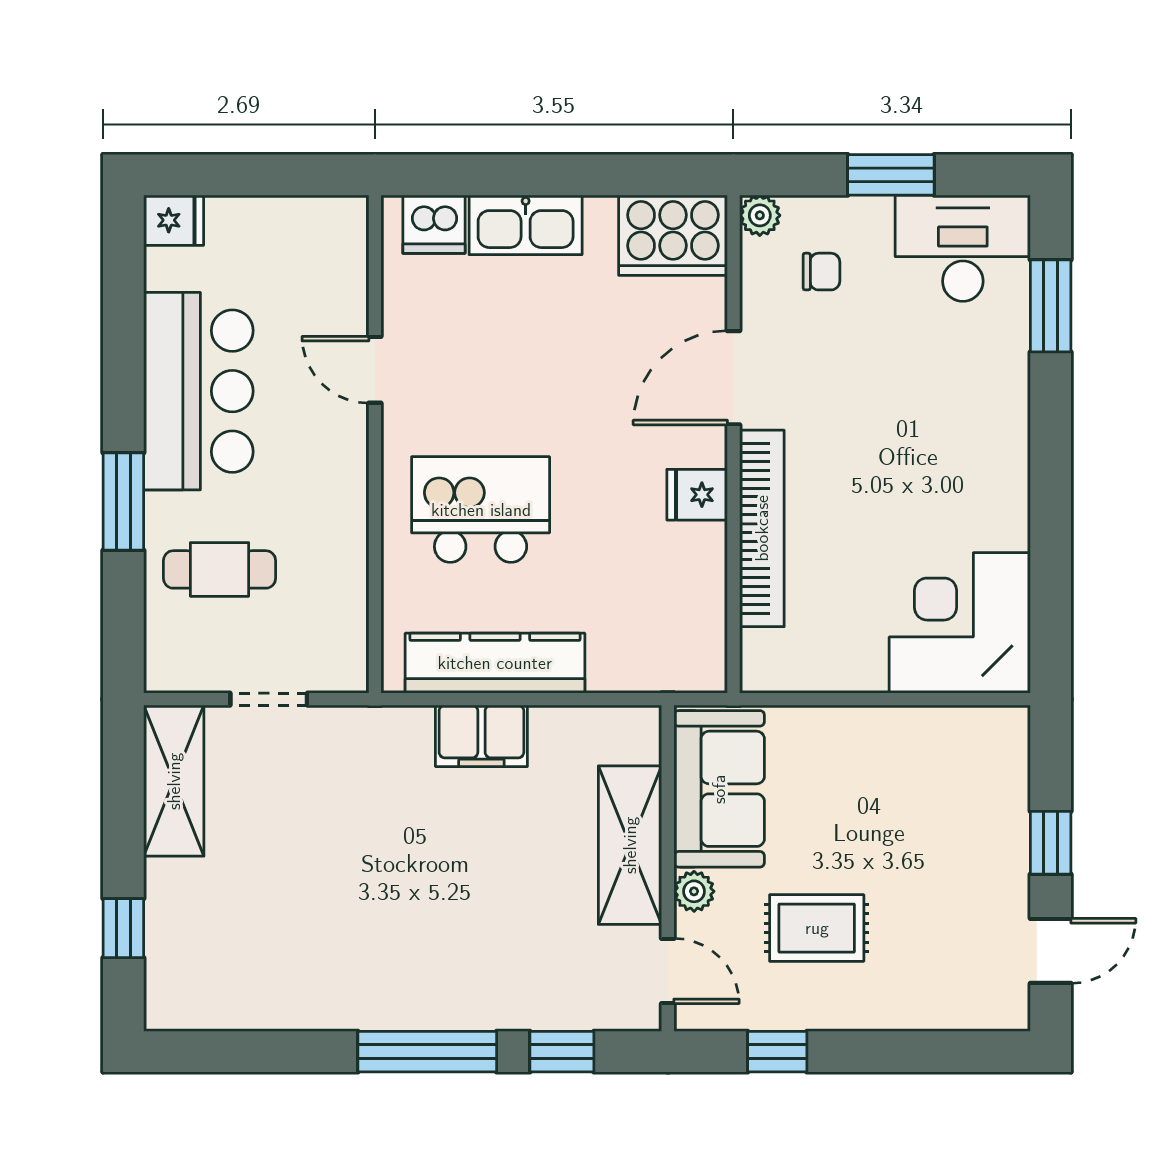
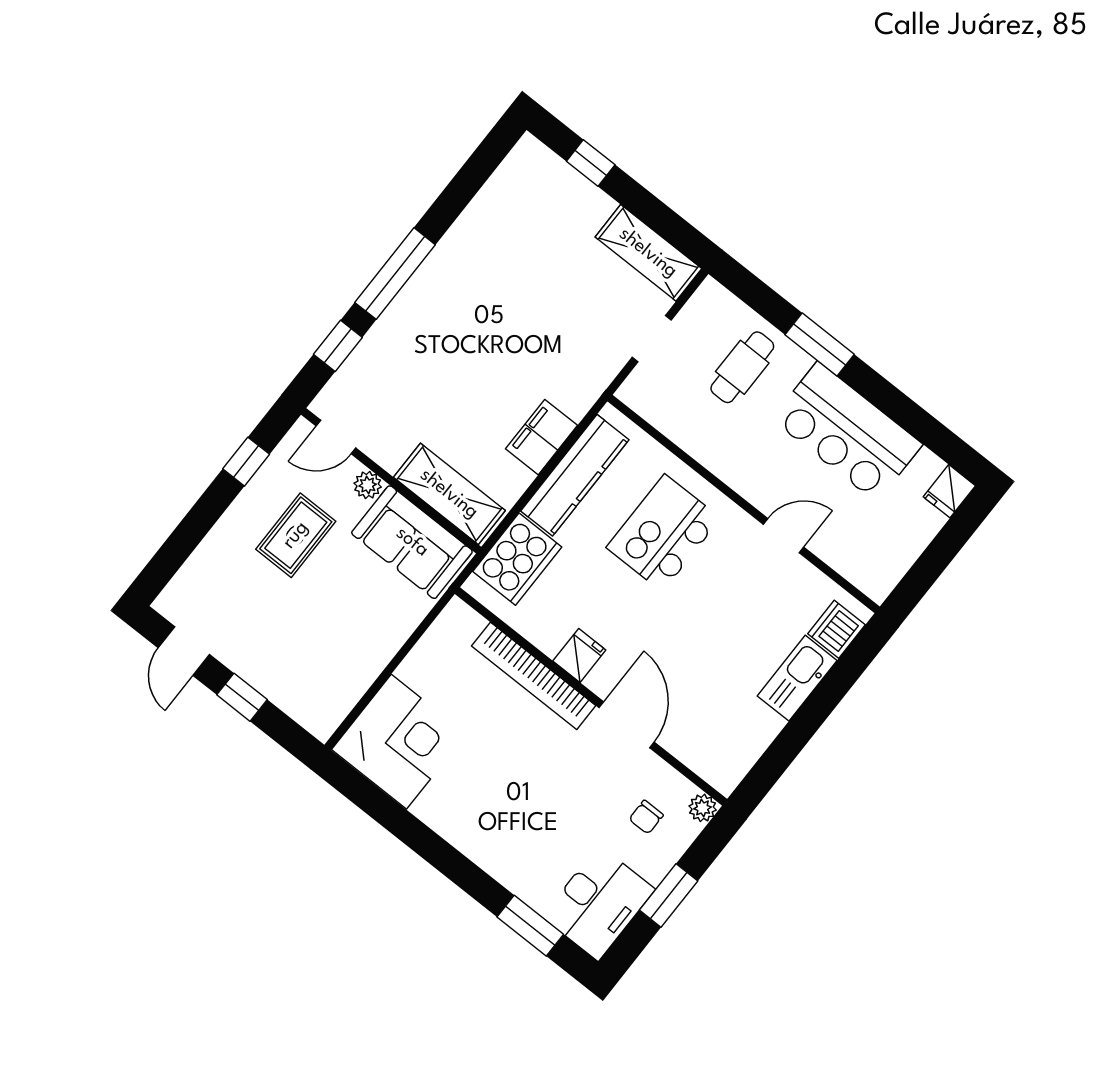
cooker: (673, 235) -> (517, 559), moved, turned 180
kitchen island: (481, 510) -> (663, 533), turned 180
shelving: (630, 845) -> (449, 494), moved

